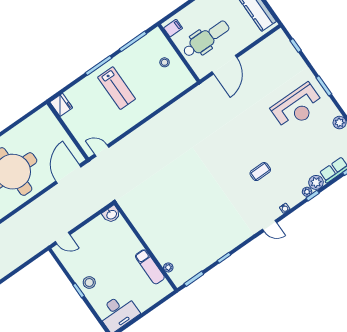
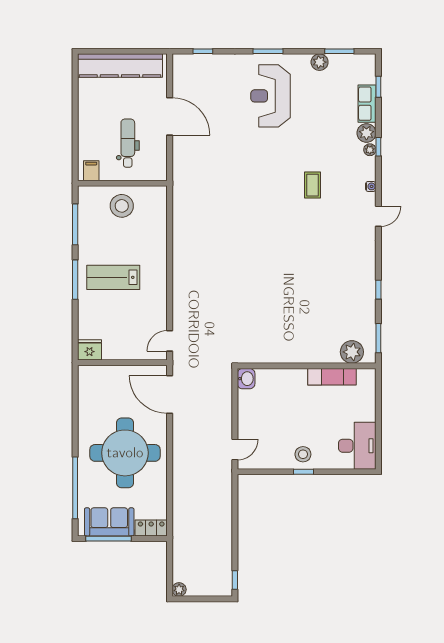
dental chair: (206, 39) -> (128, 143), width x0.73, depth x0.72
stool: (165, 62) -> (122, 206), width x1.89, depth x1.89
door: (224, 65) -> (170, 116), moved
lab bench: (117, 88) -> (113, 277), turned 180
reception desk: (297, 107) -> (271, 96), turned 180
plant: (168, 267) -> (352, 352), width x1.87, depth x1.87

